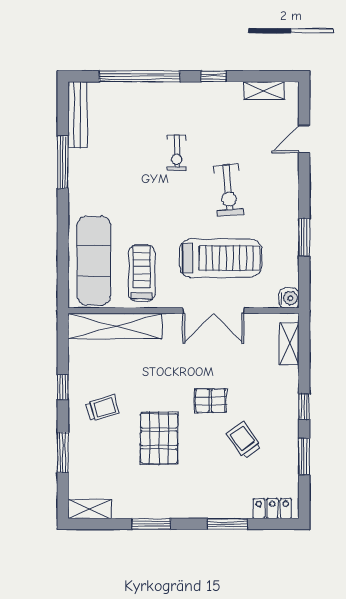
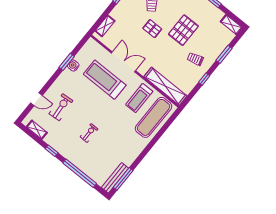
window: (63, 162) -> (123, 179), moved
exercise bike: (228, 190) -> (61, 107), moved
water cooler: (289, 298) -> (73, 65), moved

